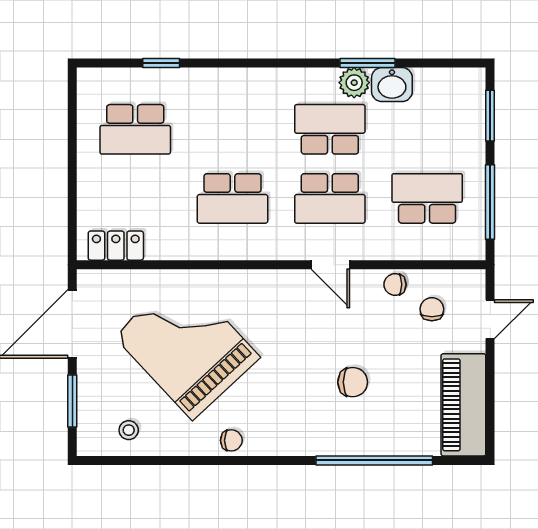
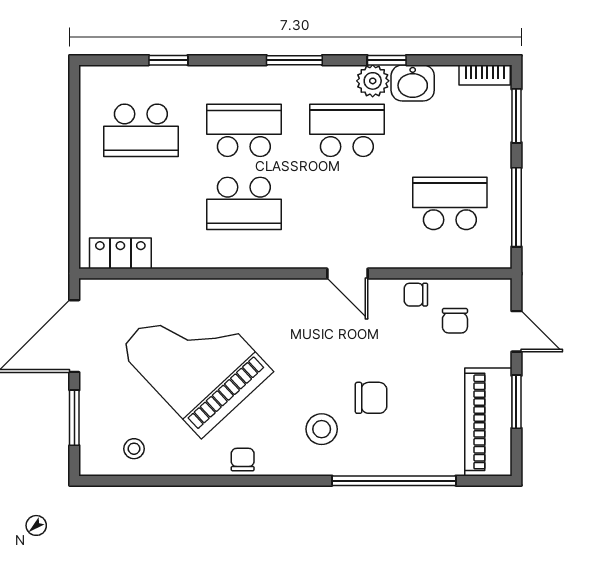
window: (280, 63) -> (294, 60), added
window: (368, 63) -> (387, 60), width x0.67
bookcase: (460, 77) -> (485, 75), added
school desk: (330, 198) -> (244, 130), moved, turned 180
chair: (432, 309) -> (455, 321), turned 180
door: (490, 319) -> (516, 331), hinge flipped
window: (490, 386) -> (516, 402), added
stool: (306, 412) -> (322, 429), added
chair: (231, 440) -> (243, 460), turned -90

